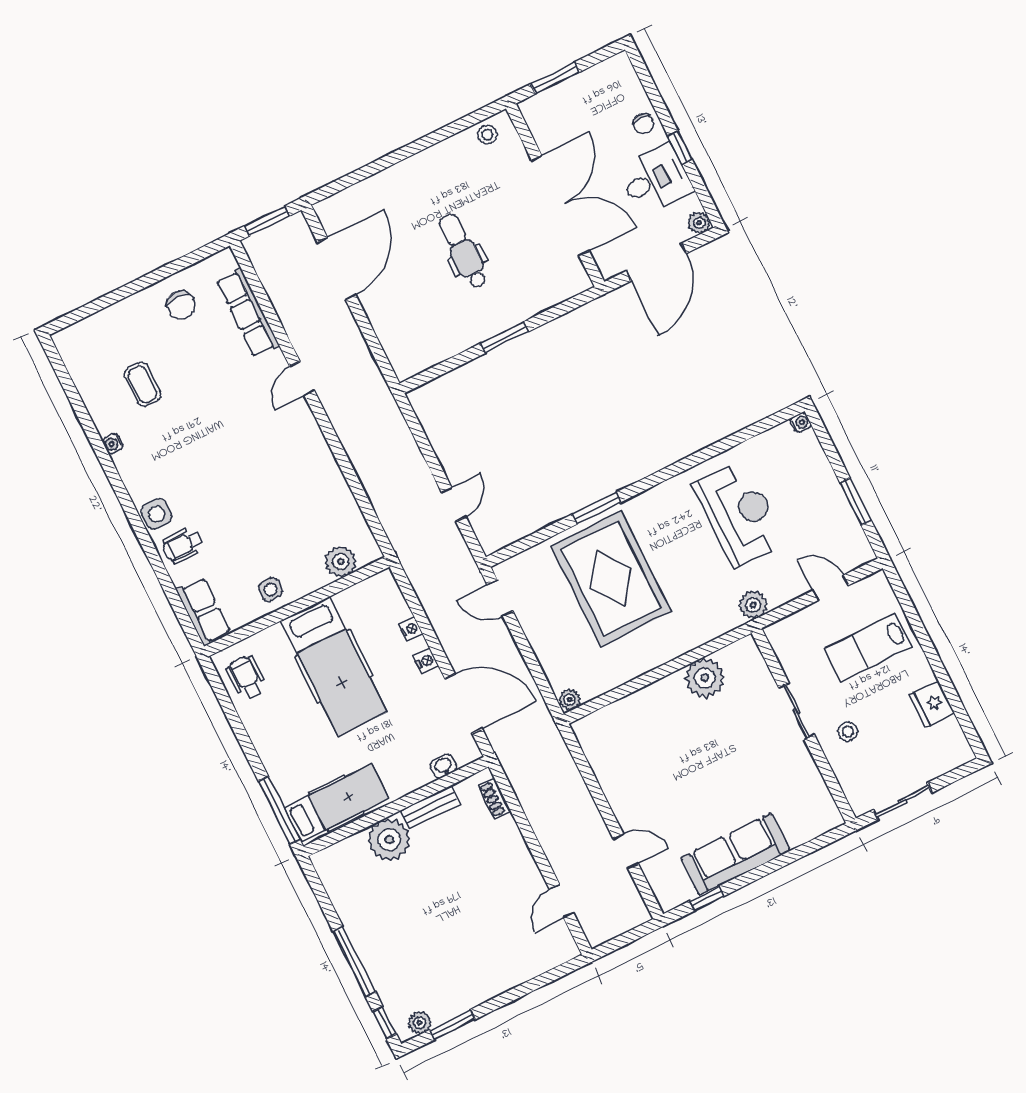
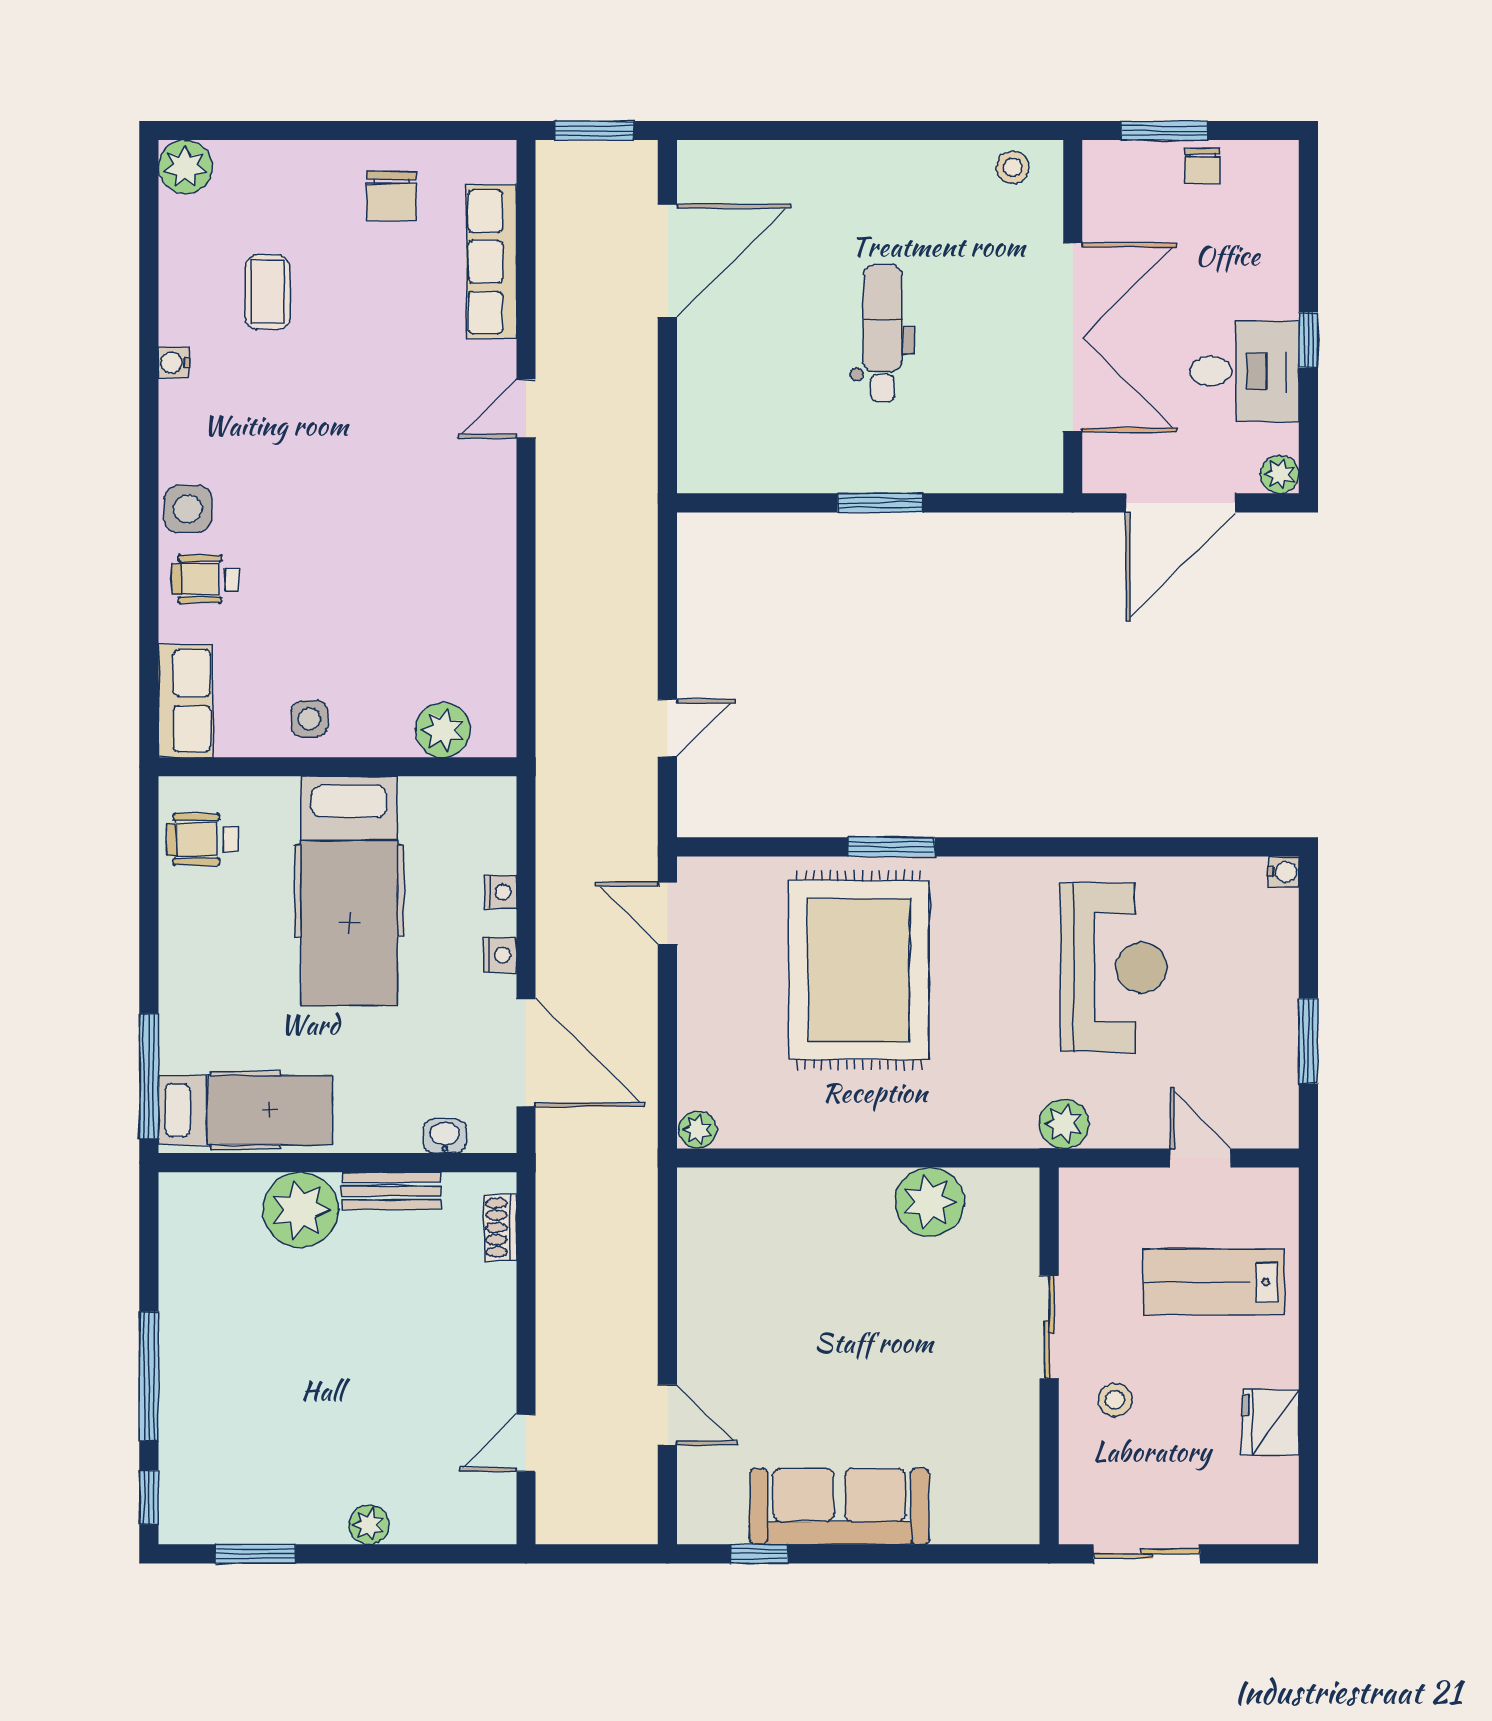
chair: (643, 123) -> (1202, 166), moved
plant: (69, 342) -> (185, 167), added
wheelchair: (246, 677) -> (202, 839), turned -90
plant: (419, 1023) -> (369, 1525), moved

